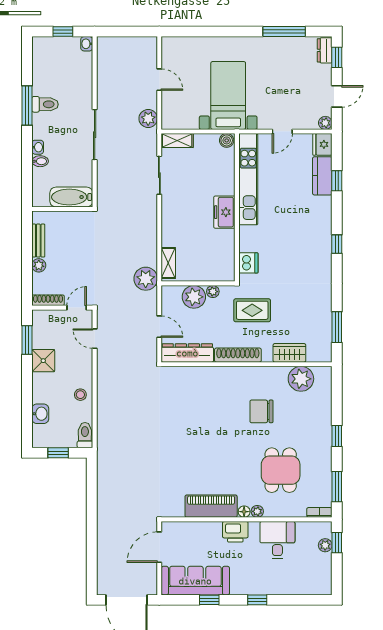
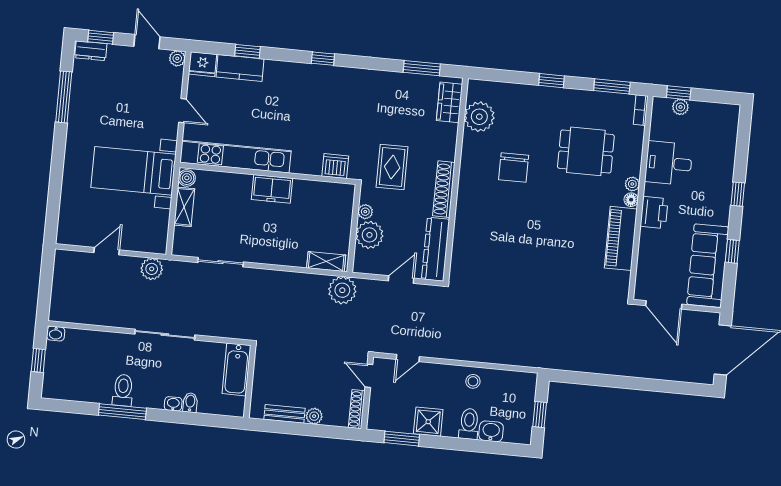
shelving: (177, 141) -> (184, 207), moved
wardrobe: (289, 353) -> (450, 102), moved
toilet: (85, 435) -> (469, 424), moved, turned 90

